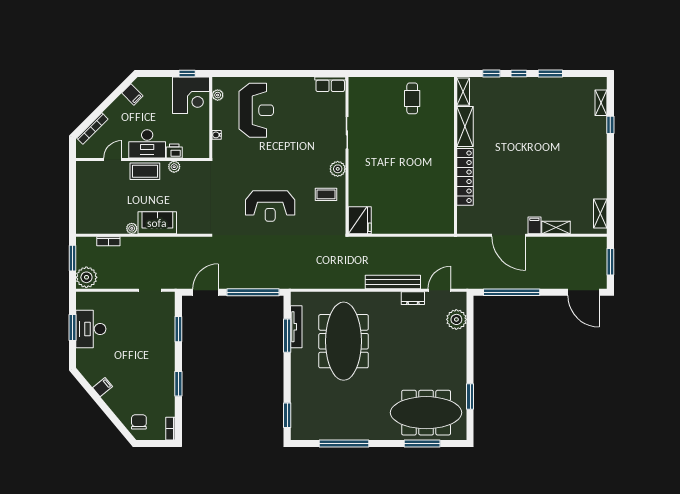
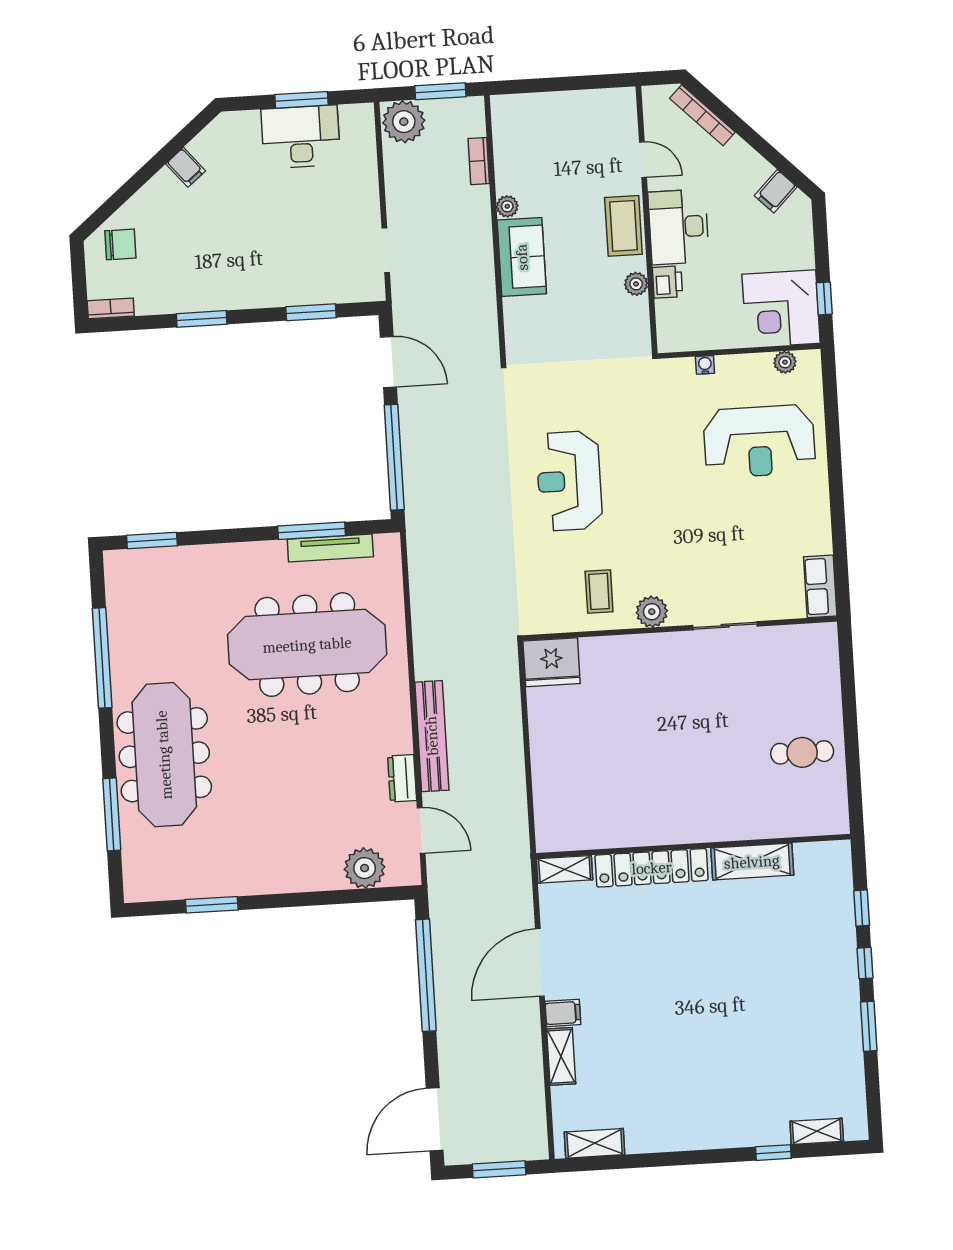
shelving: (463, 92) -> (565, 869), moved
meeting table: (426, 413) -> (164, 755), moved

